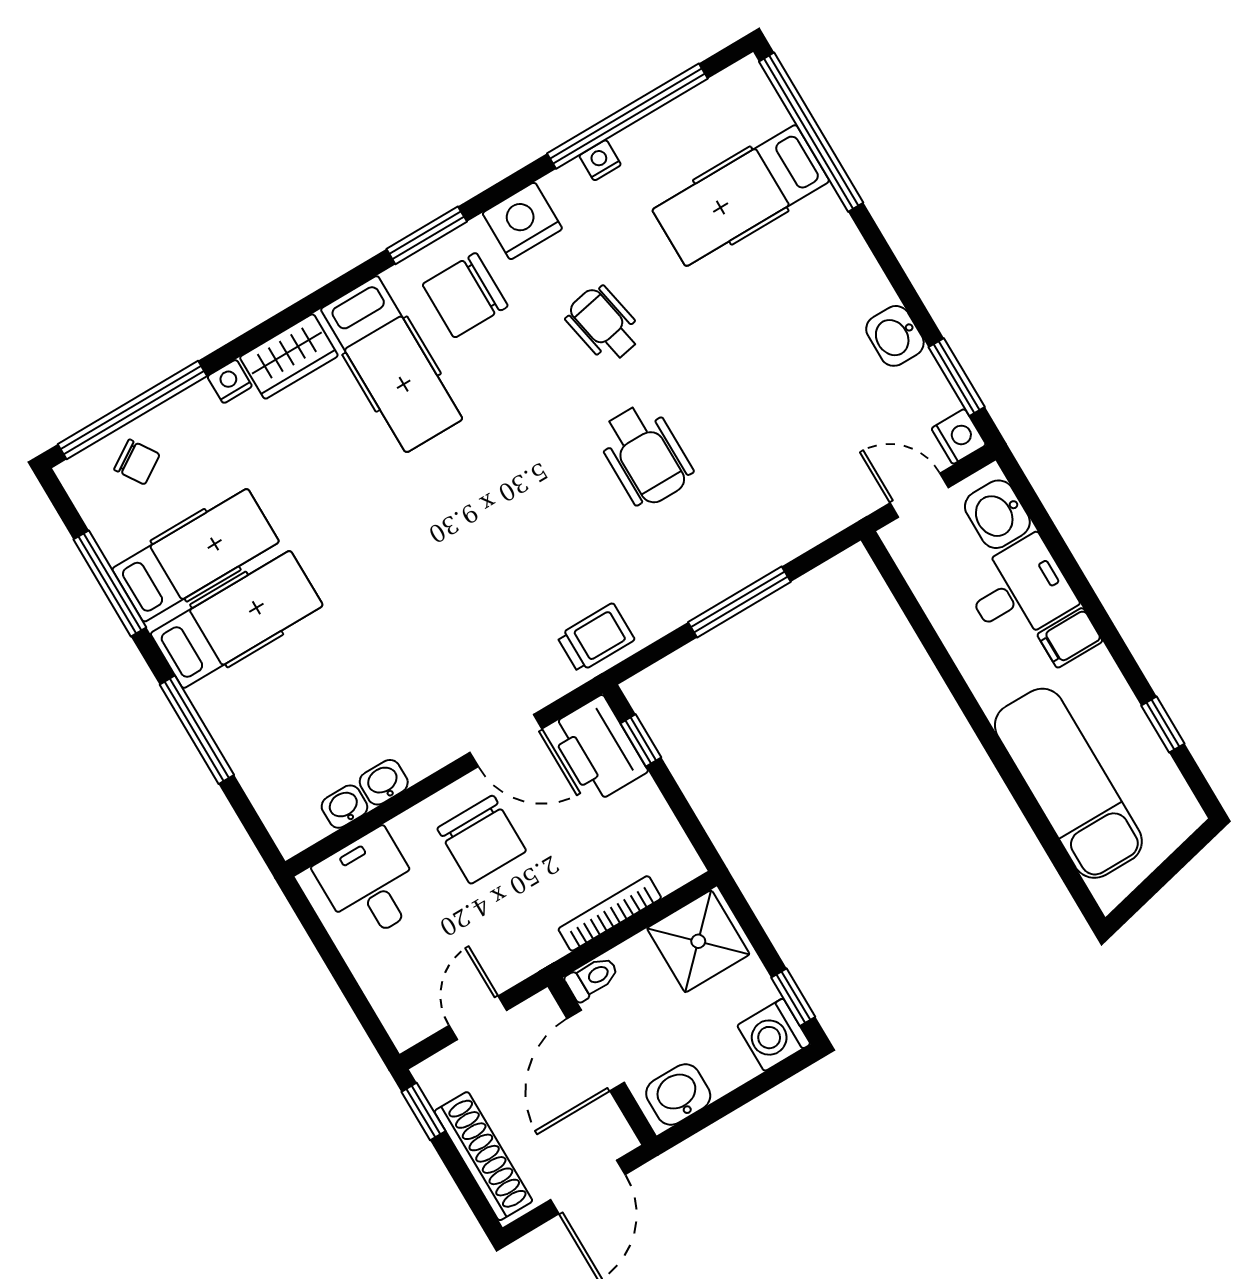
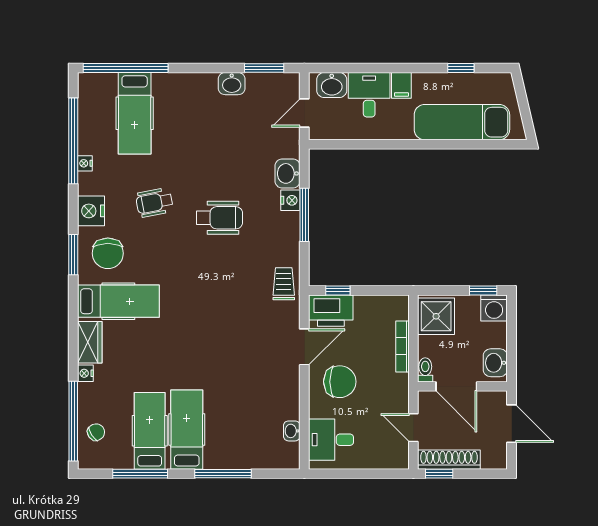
nightstand: (959, 437) -> (290, 200), moved, turned 90
washbasin: (384, 782) -> (288, 173), moved, width x1.38, depth x1.45
shoe rack: (483, 1156) -> (449, 460), moved

